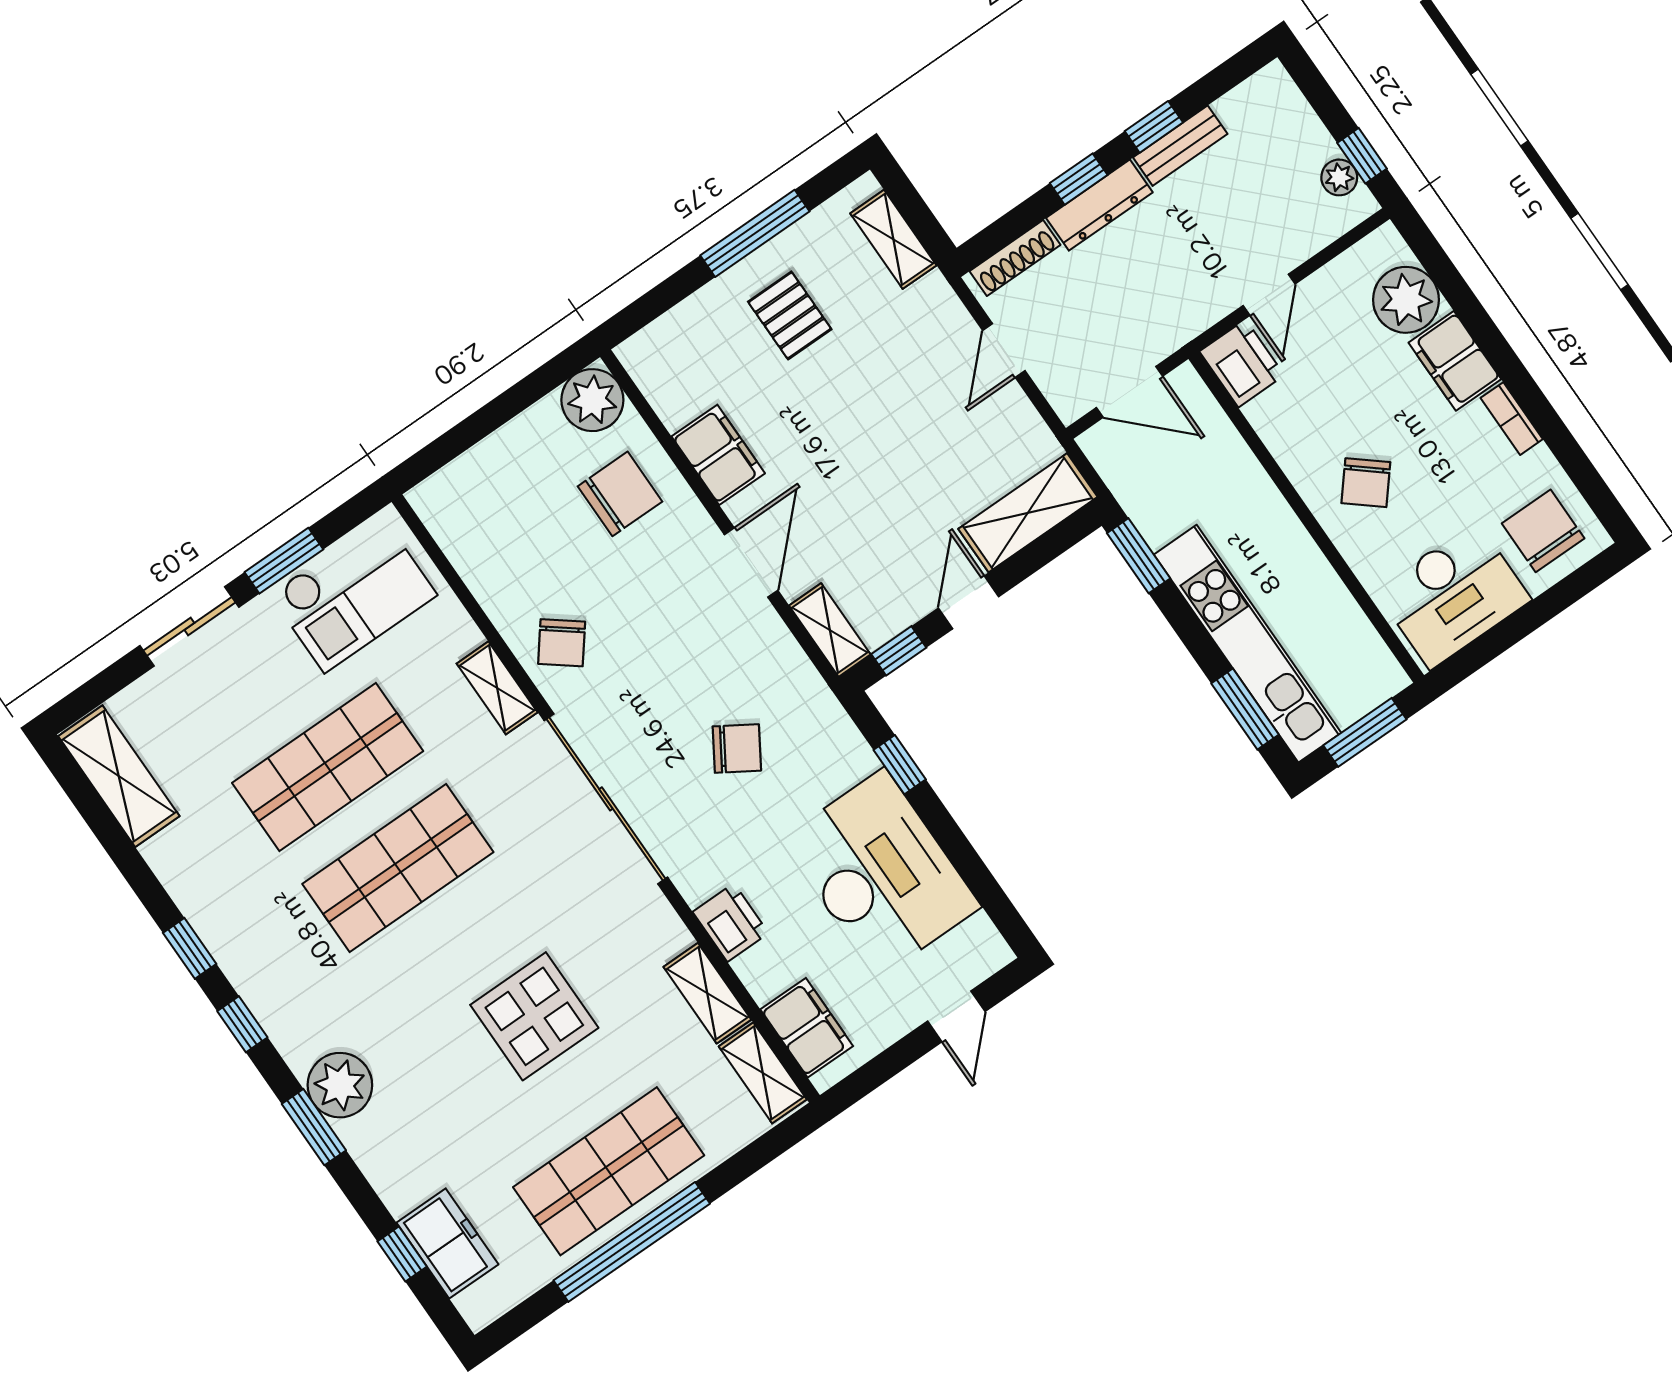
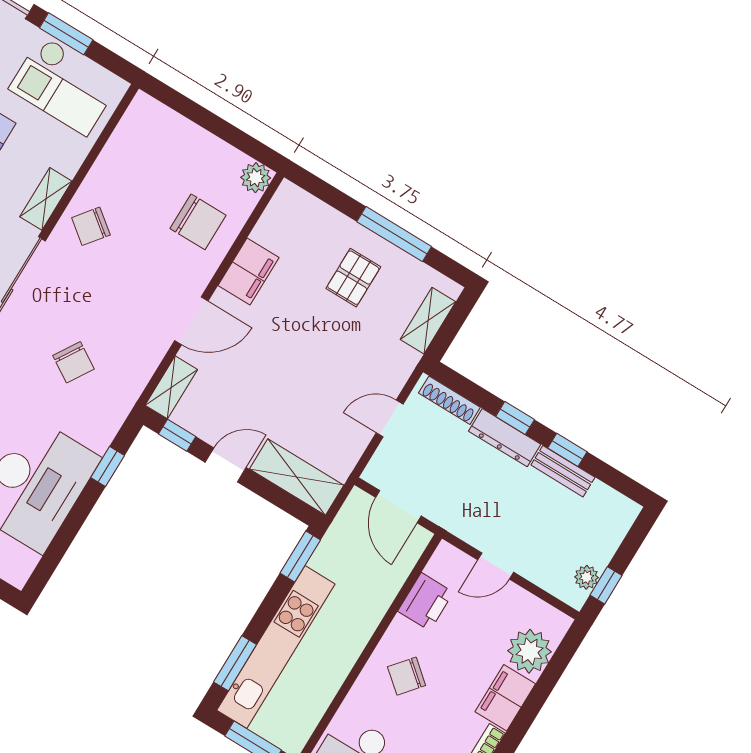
printer: (1242, 363) -> (426, 602), moved
plant: (592, 400) -> (256, 178), width x0.73, depth x0.73

